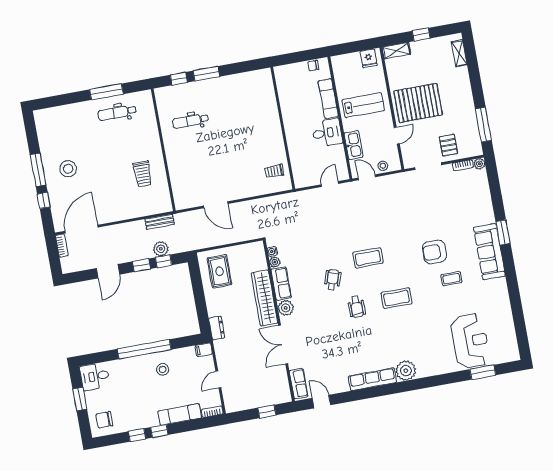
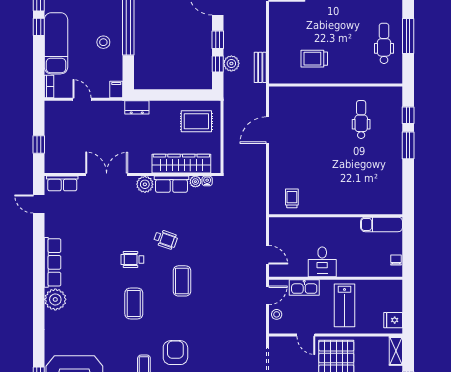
exam couch: (328, 99) -> (382, 224), moved, turned 180
wardrobe: (264, 298) -> (181, 164), moved
door: (321, 402) -> (39, 204), swing flipped
exam couch: (180, 414) -> (56, 43), width x1.36, depth x1.45

